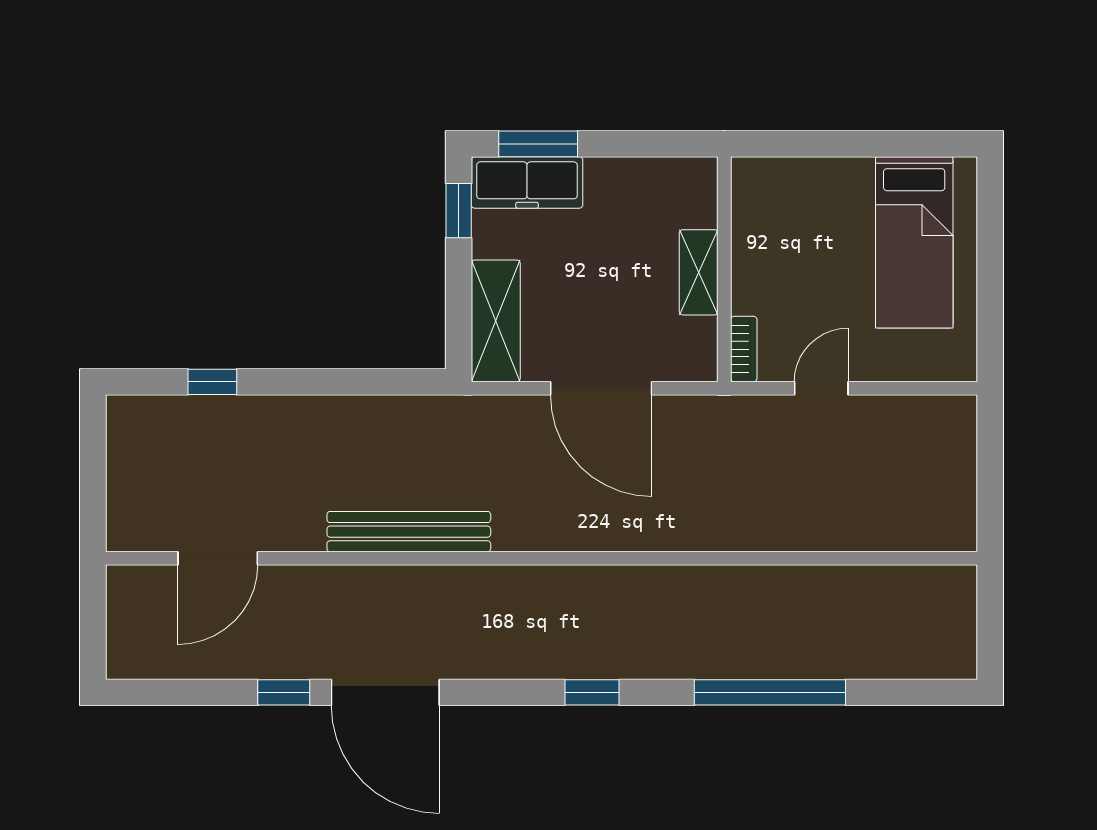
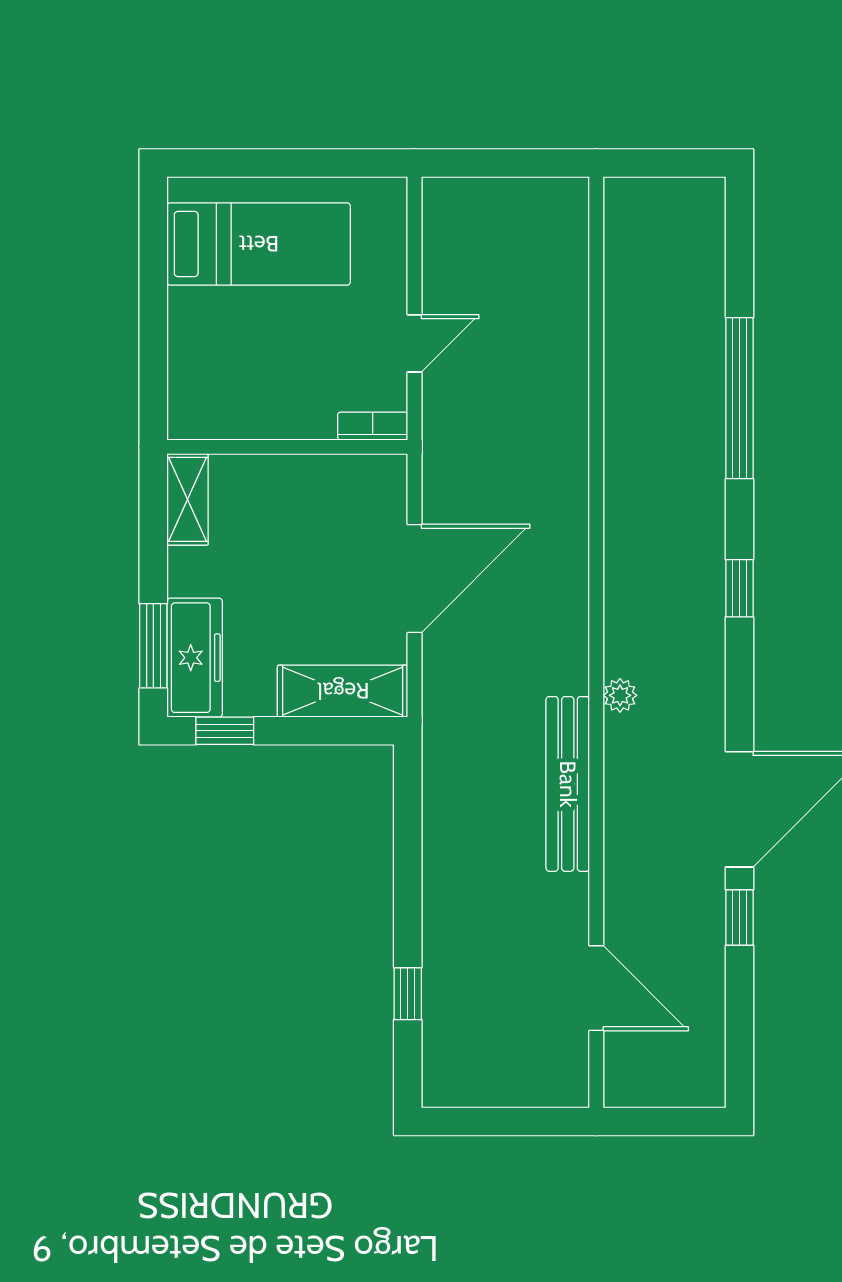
shelving: (699, 272) -> (188, 499), moved, turned 90
door: (821, 388) -> (415, 343), swing flipped
plant: (492, 581) -> (620, 695), added

